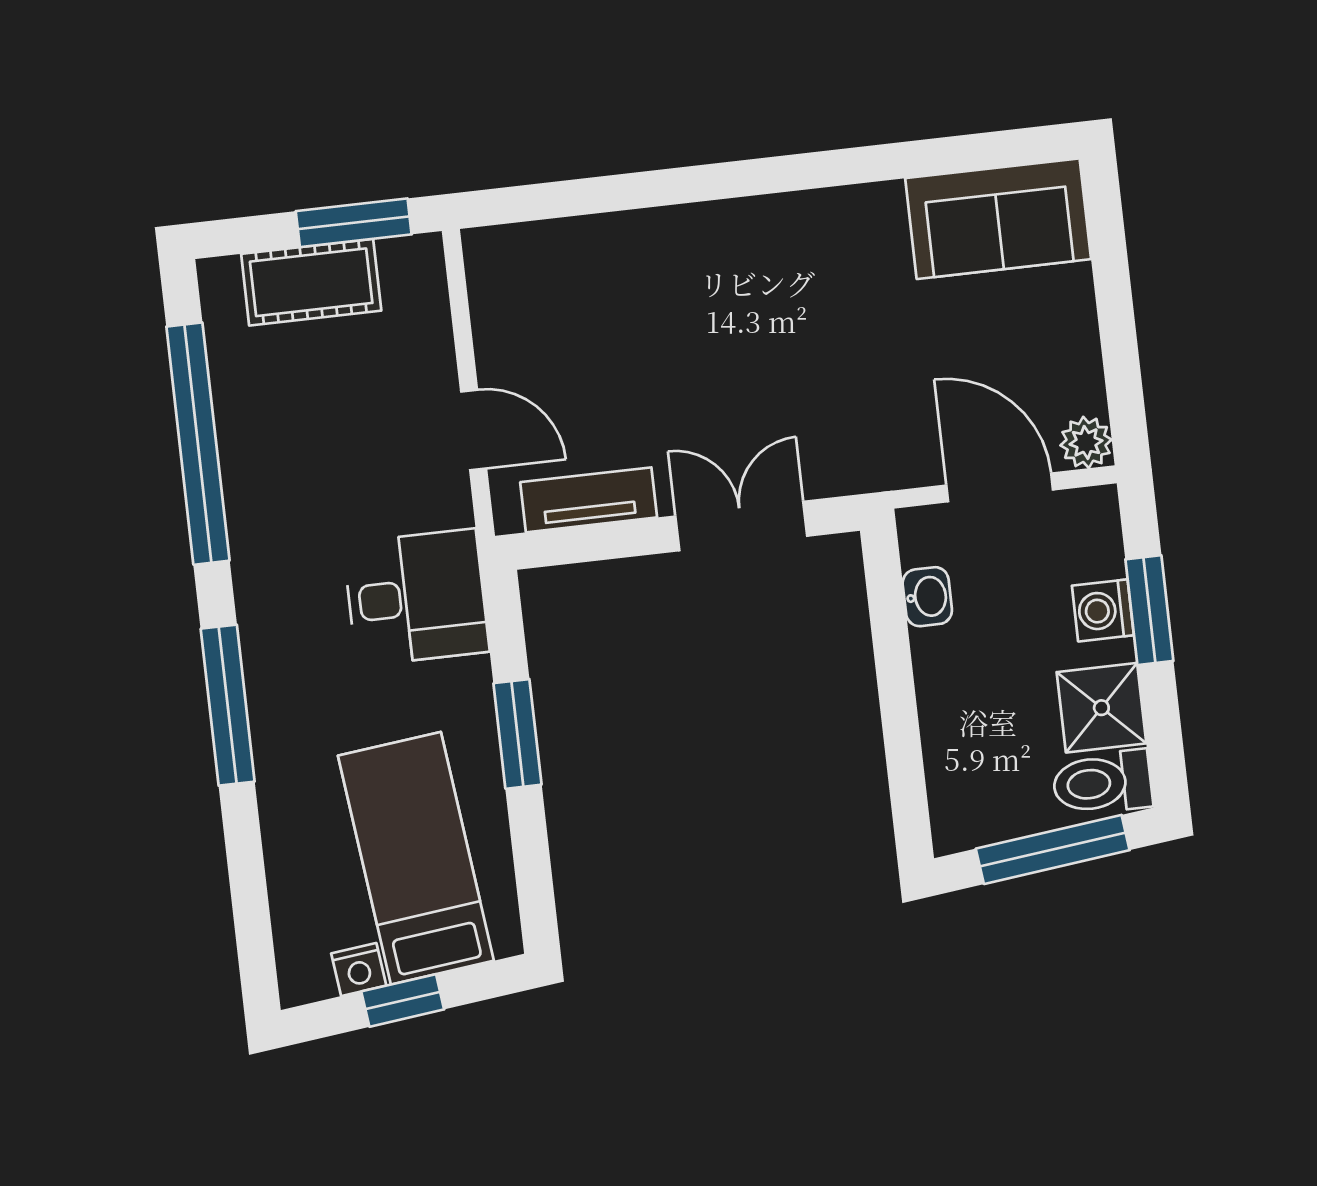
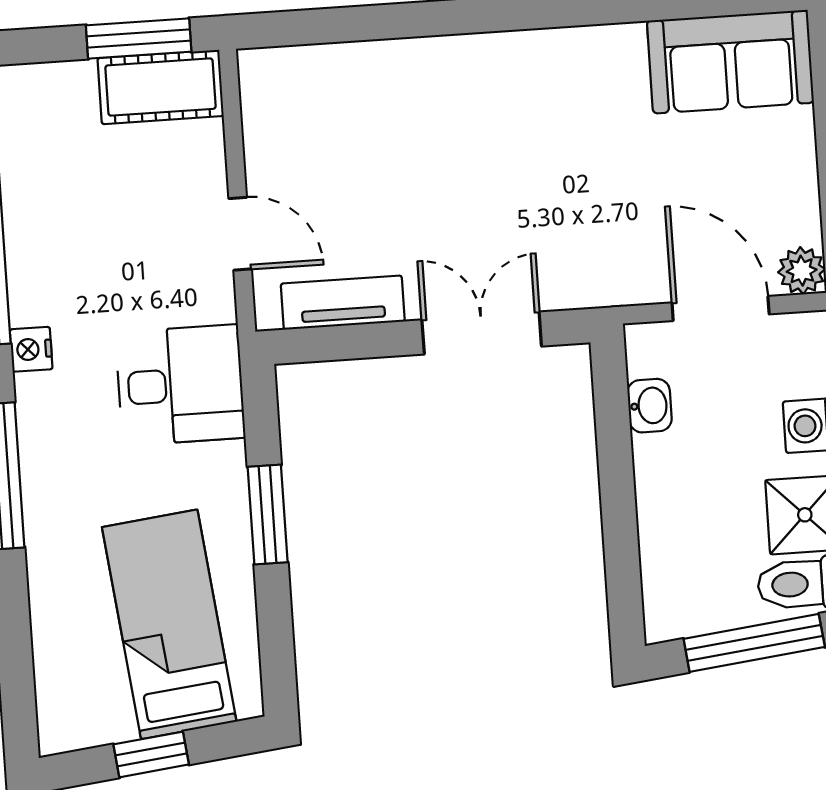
cot: (311, 282) -> (161, 87), moved
nightstand: (359, 970) -> (31, 349), moved, turned 97

